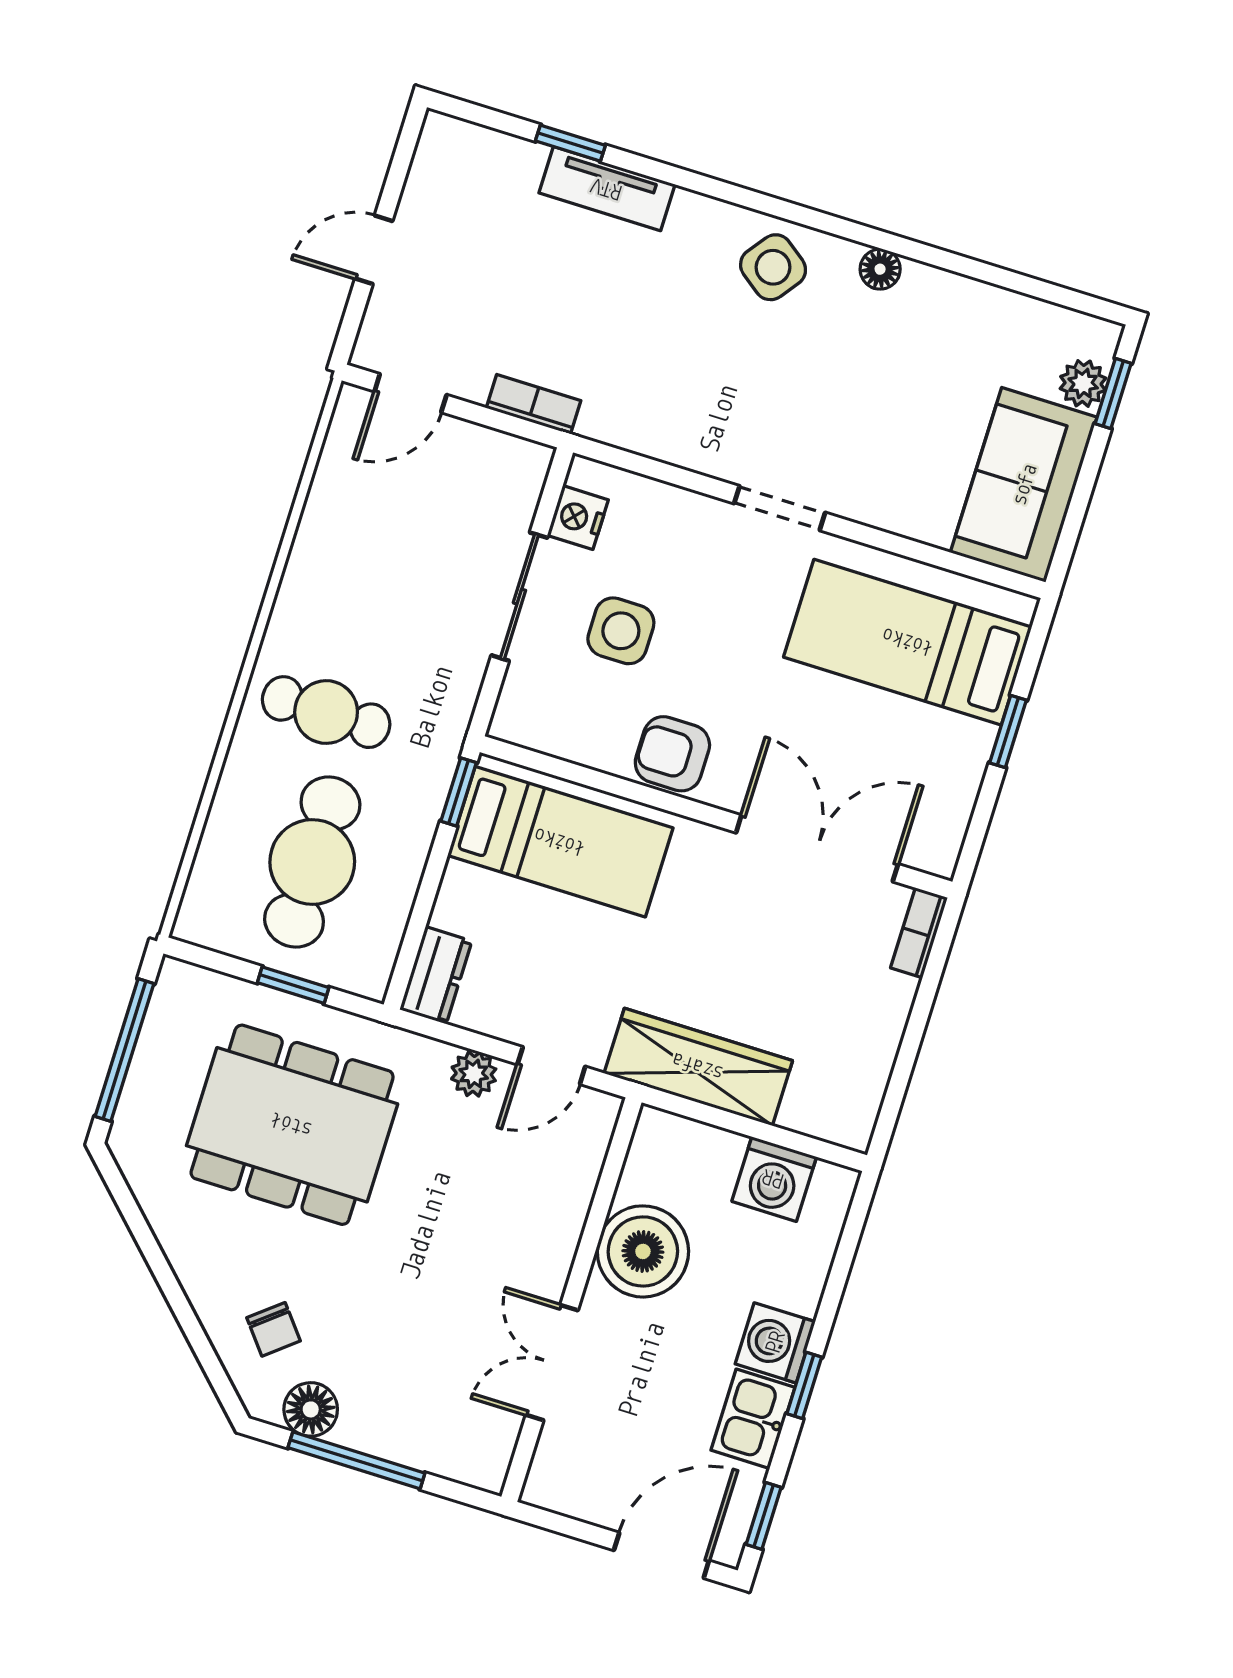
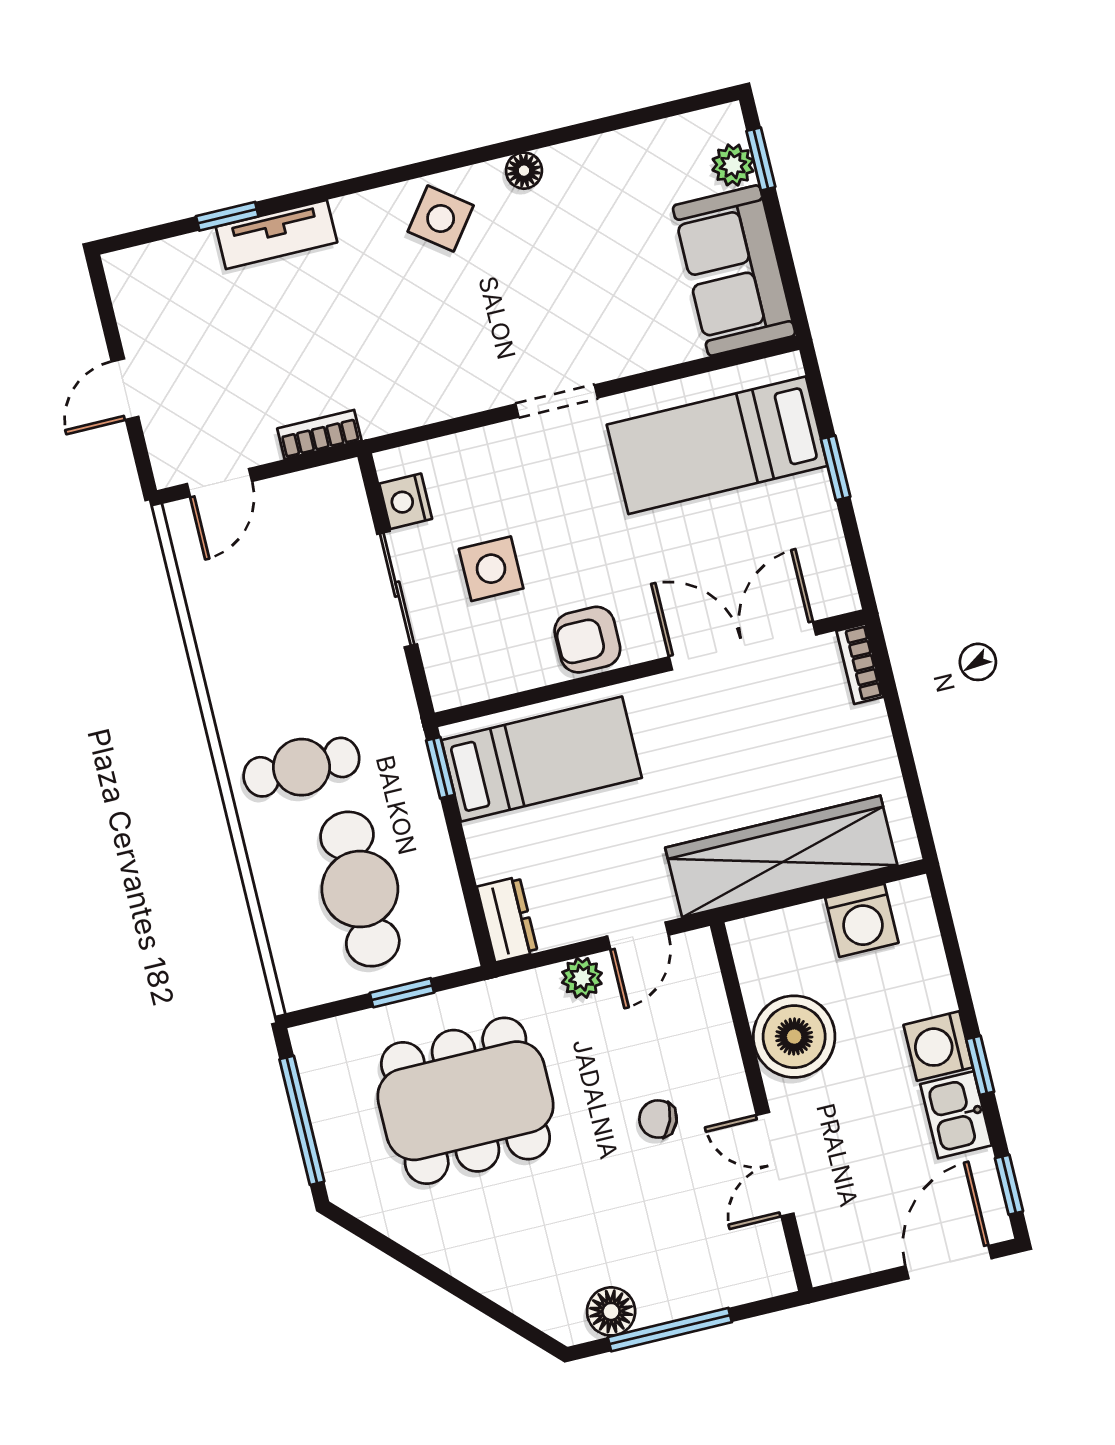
wardrobe: (698, 1067) -> (781, 856), width x1.40, depth x1.17
chair: (274, 1329) -> (658, 1119), moved, turned 150

